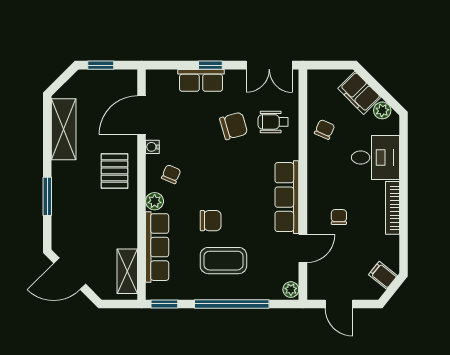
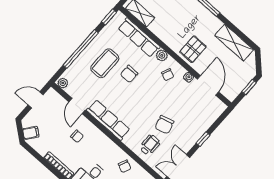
row of seats: (201, 80) -> (200, 128), removed
pallet: (115, 171) -> (193, 49), turned 90

